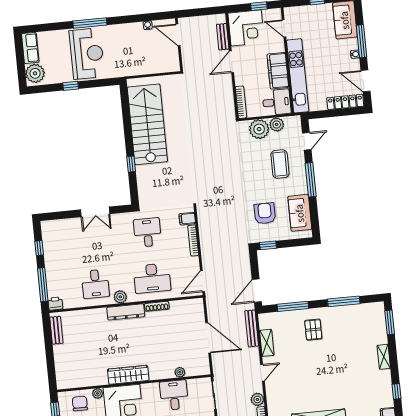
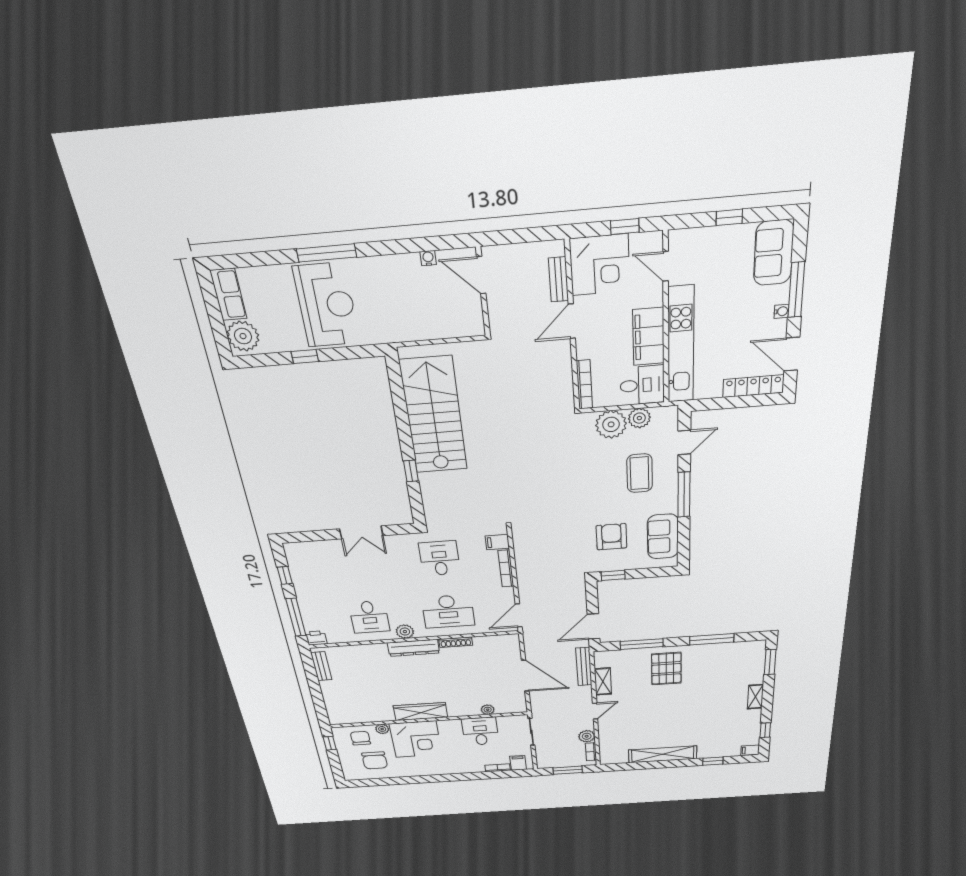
pallet: (313, 330) -> (666, 669), width x1.50, depth x1.42

